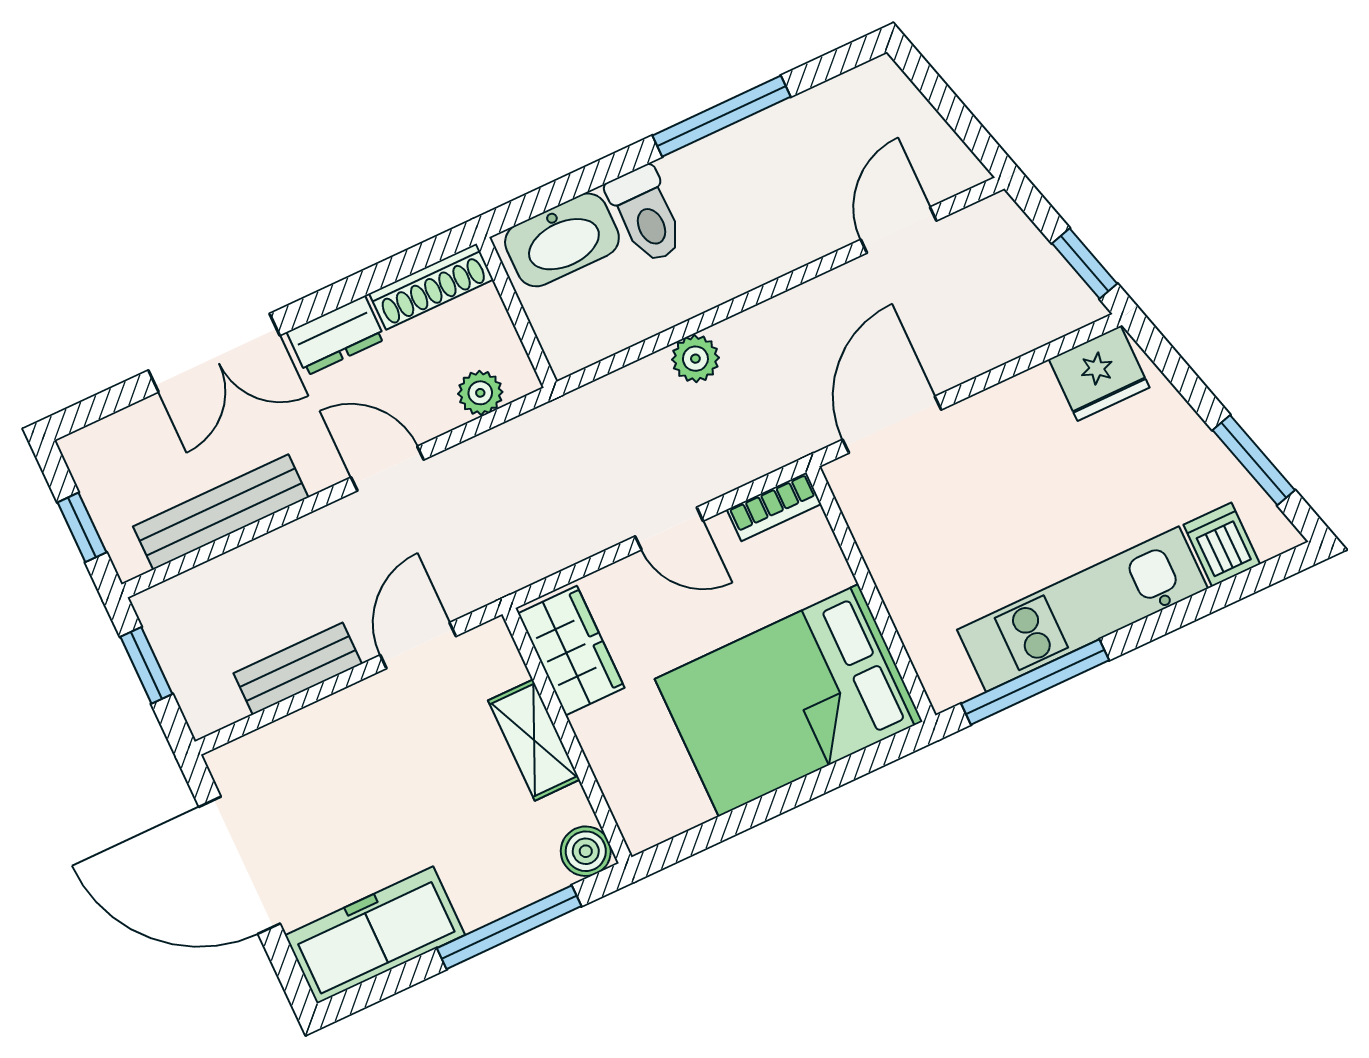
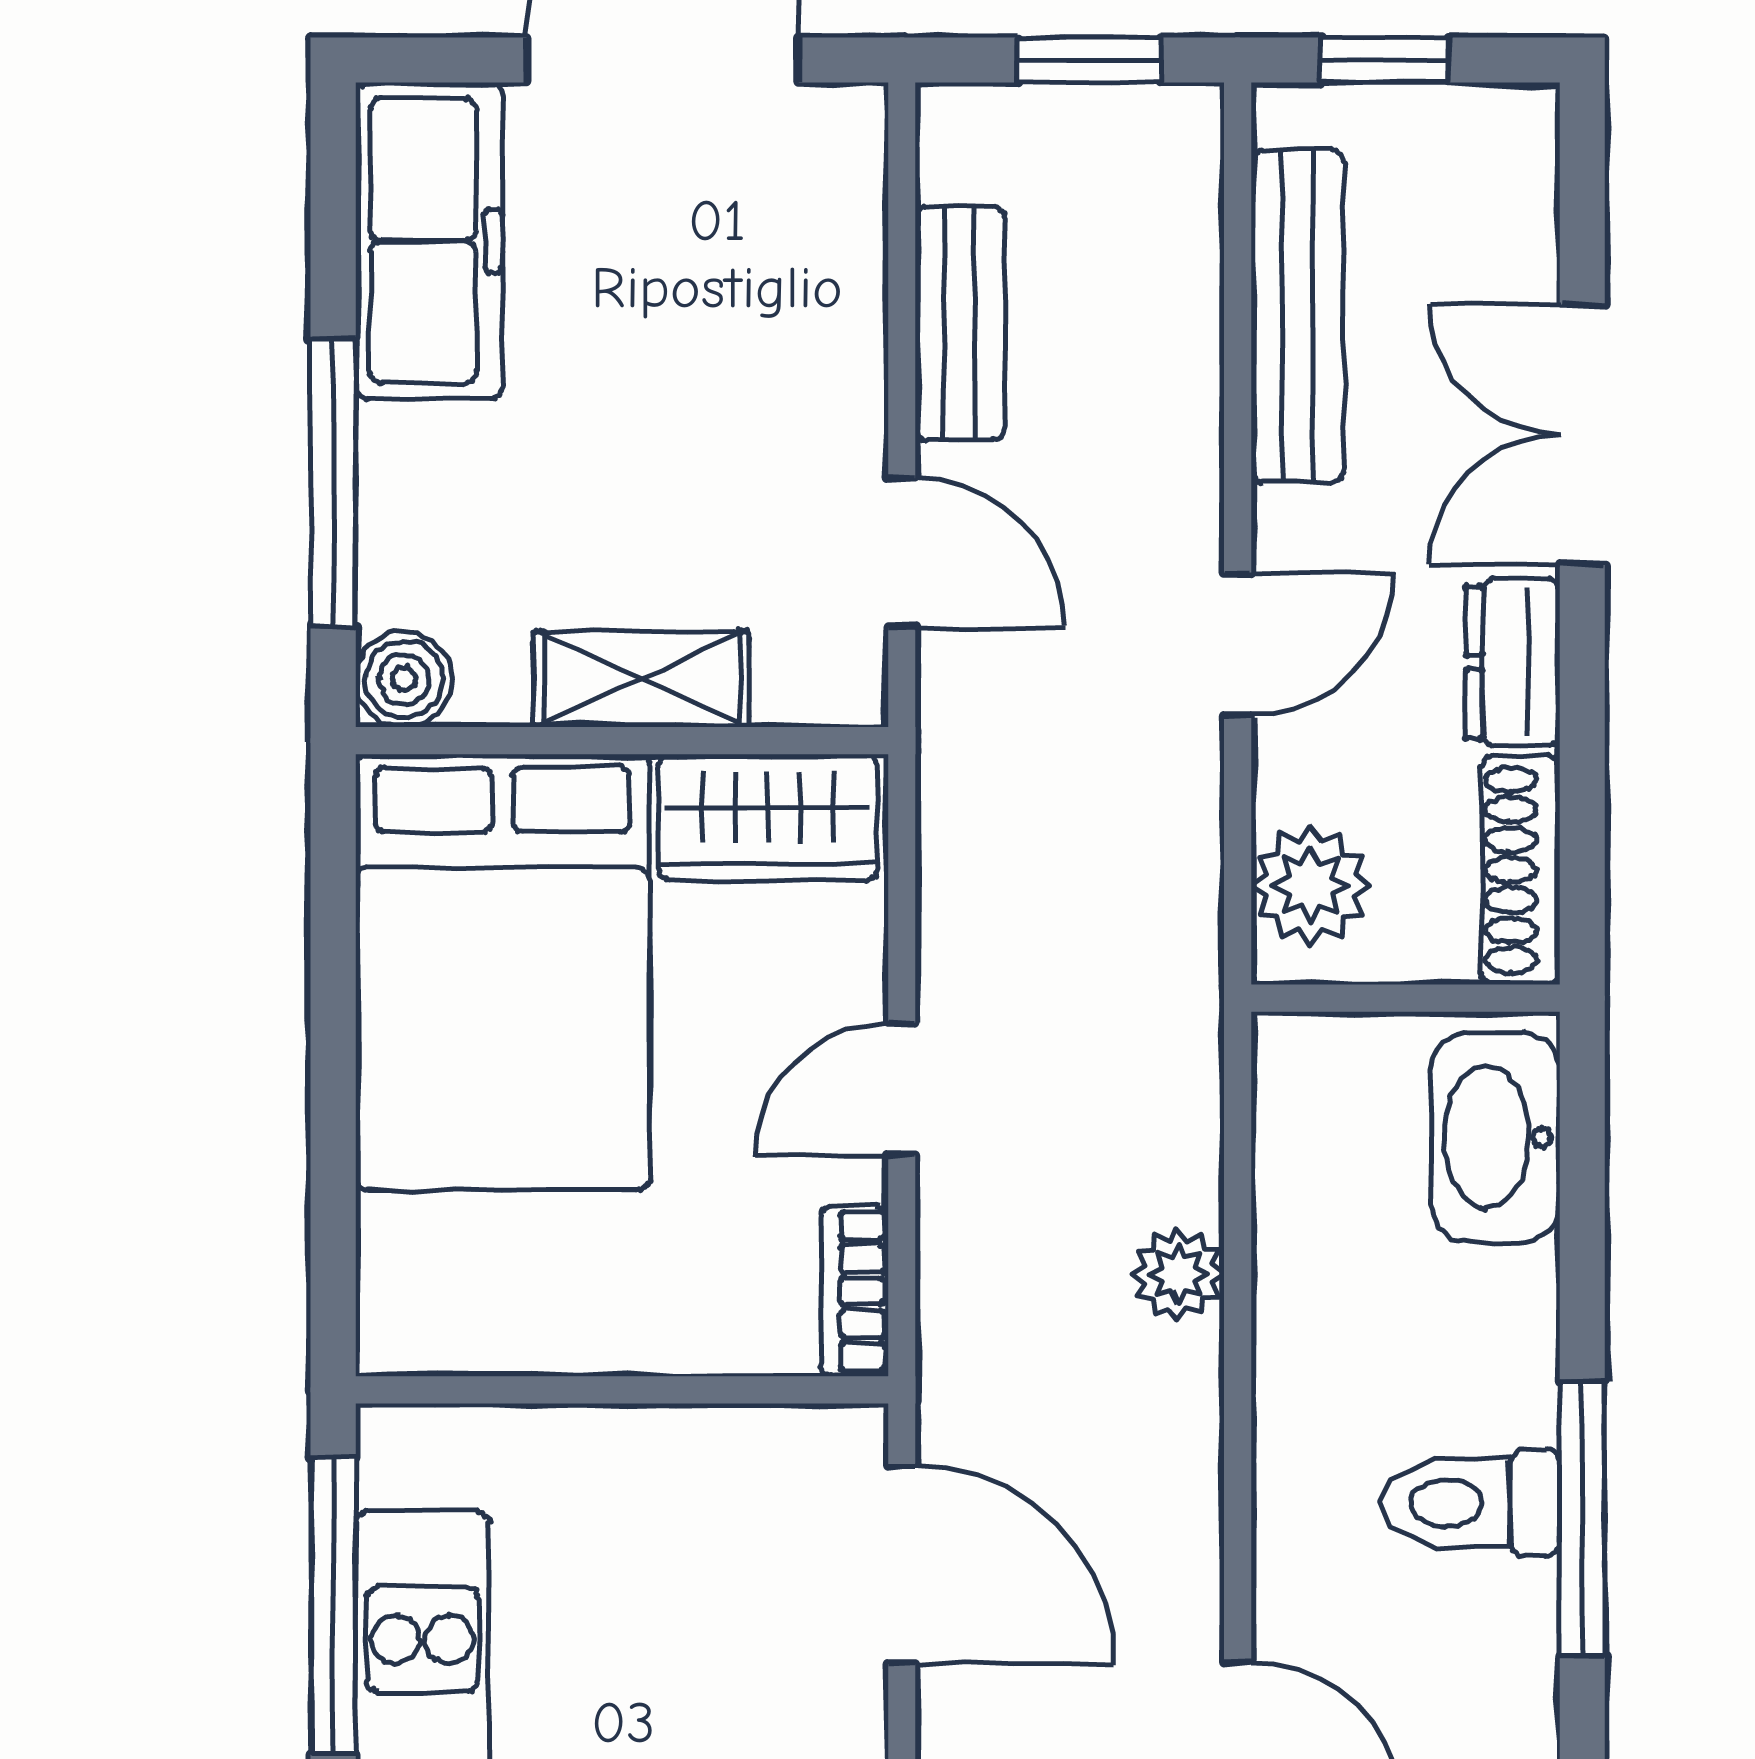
toilet: (646, 215) -> (1471, 1503), moved
plant: (480, 393) -> (1311, 885), width x1.38, depth x1.38
bed: (789, 700) -> (503, 972), moved, turned 180

